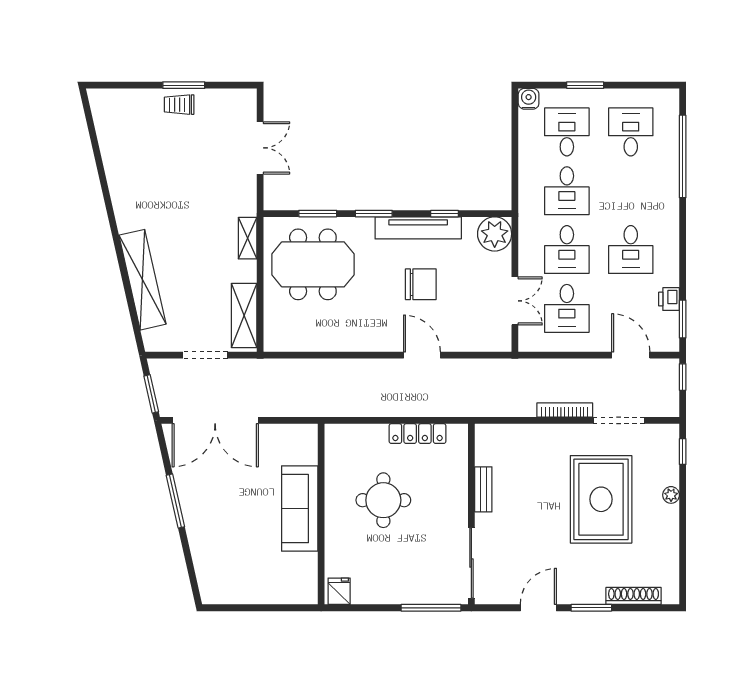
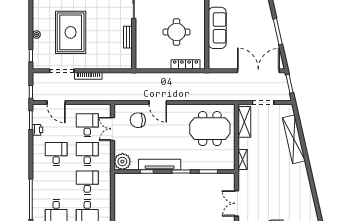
meeting table: (313, 264) -> (210, 129), moved
chair: (421, 284) -> (138, 120), moved
locker: (418, 434) -> (185, 64), moved

